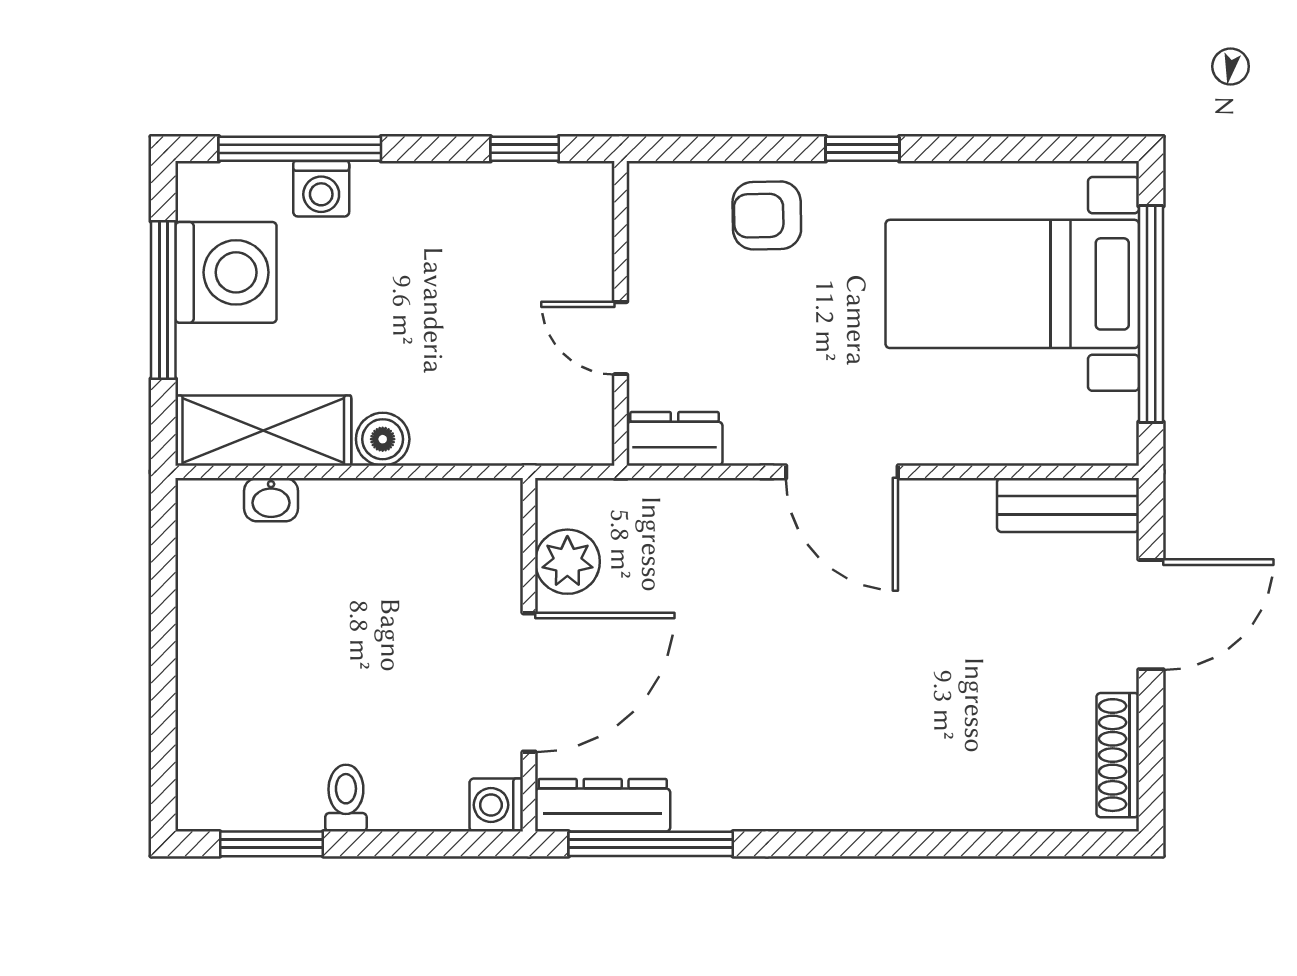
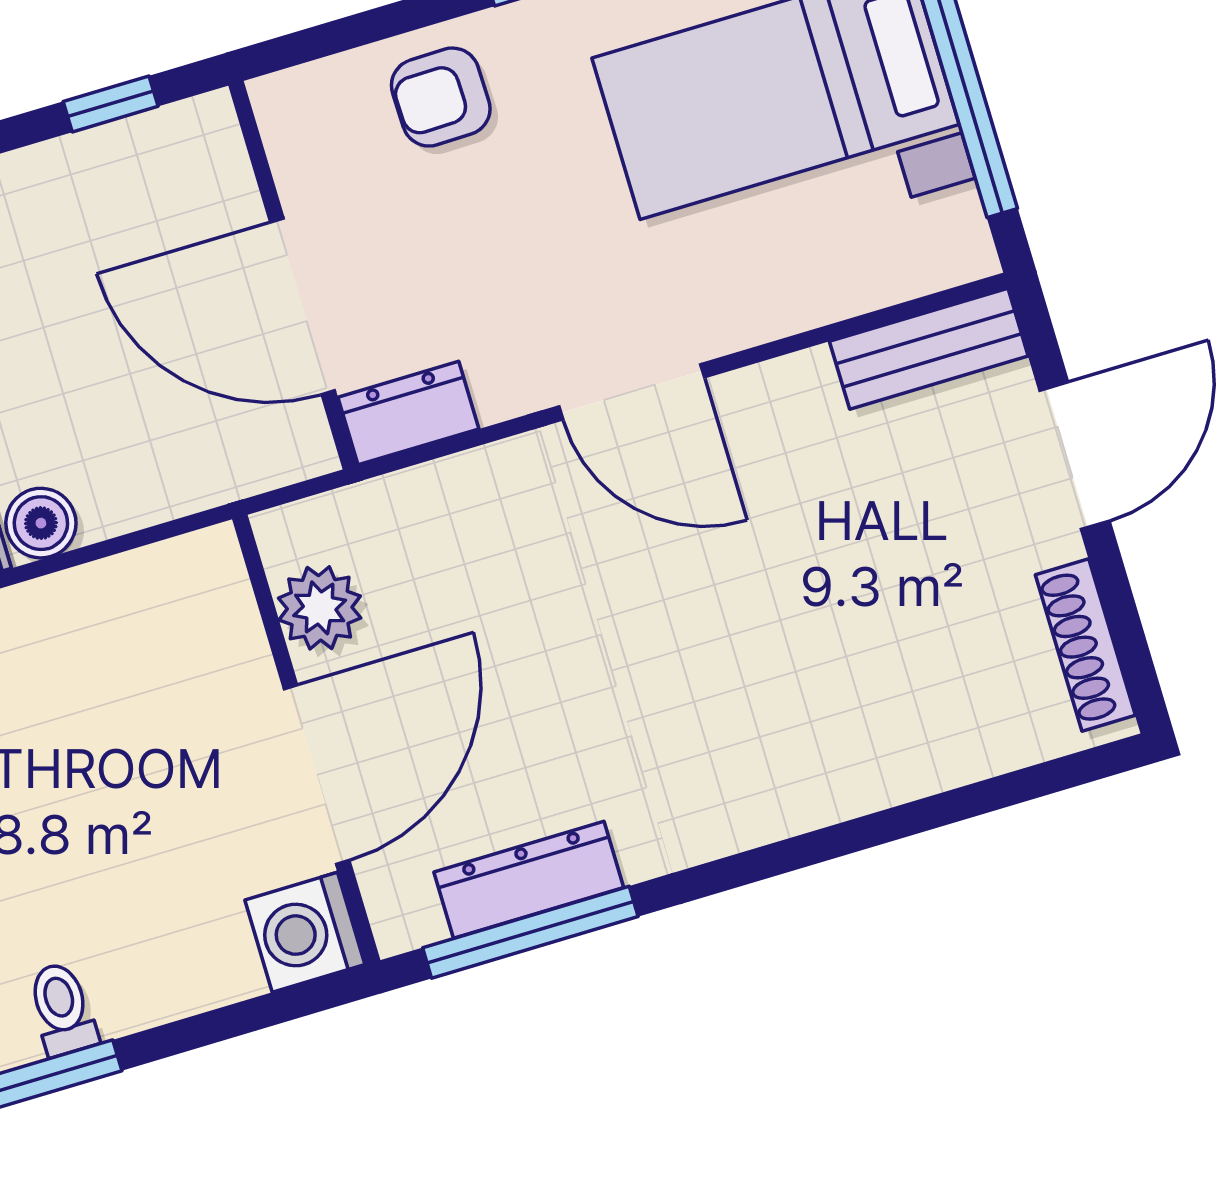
door: (621, 338) -> (303, 307), width x1.87
toilet: (346, 798) -> (62, 1009), moved
washing machine: (496, 805) -> (305, 932), width x1.38, depth x1.38
dresser: (603, 805) -> (529, 880), moved

